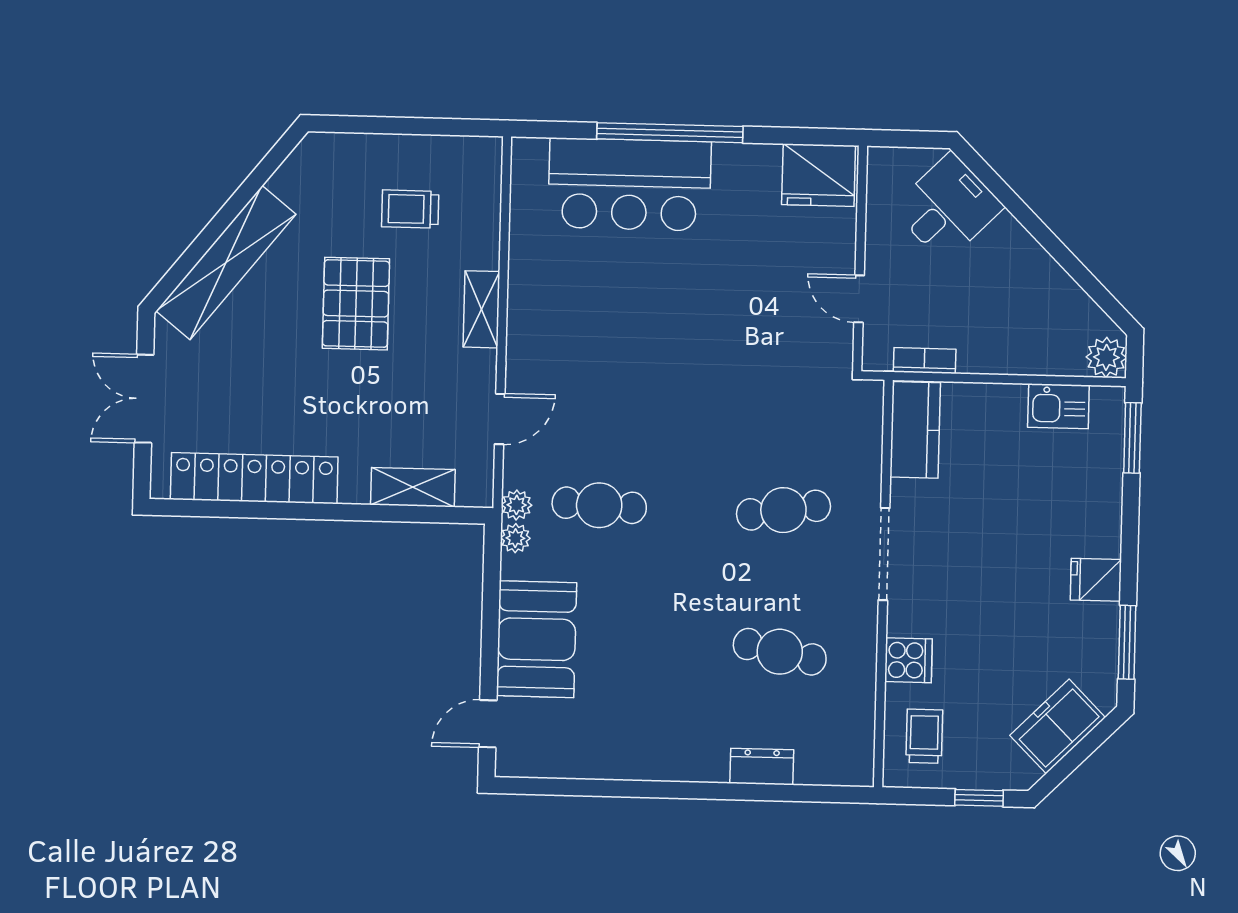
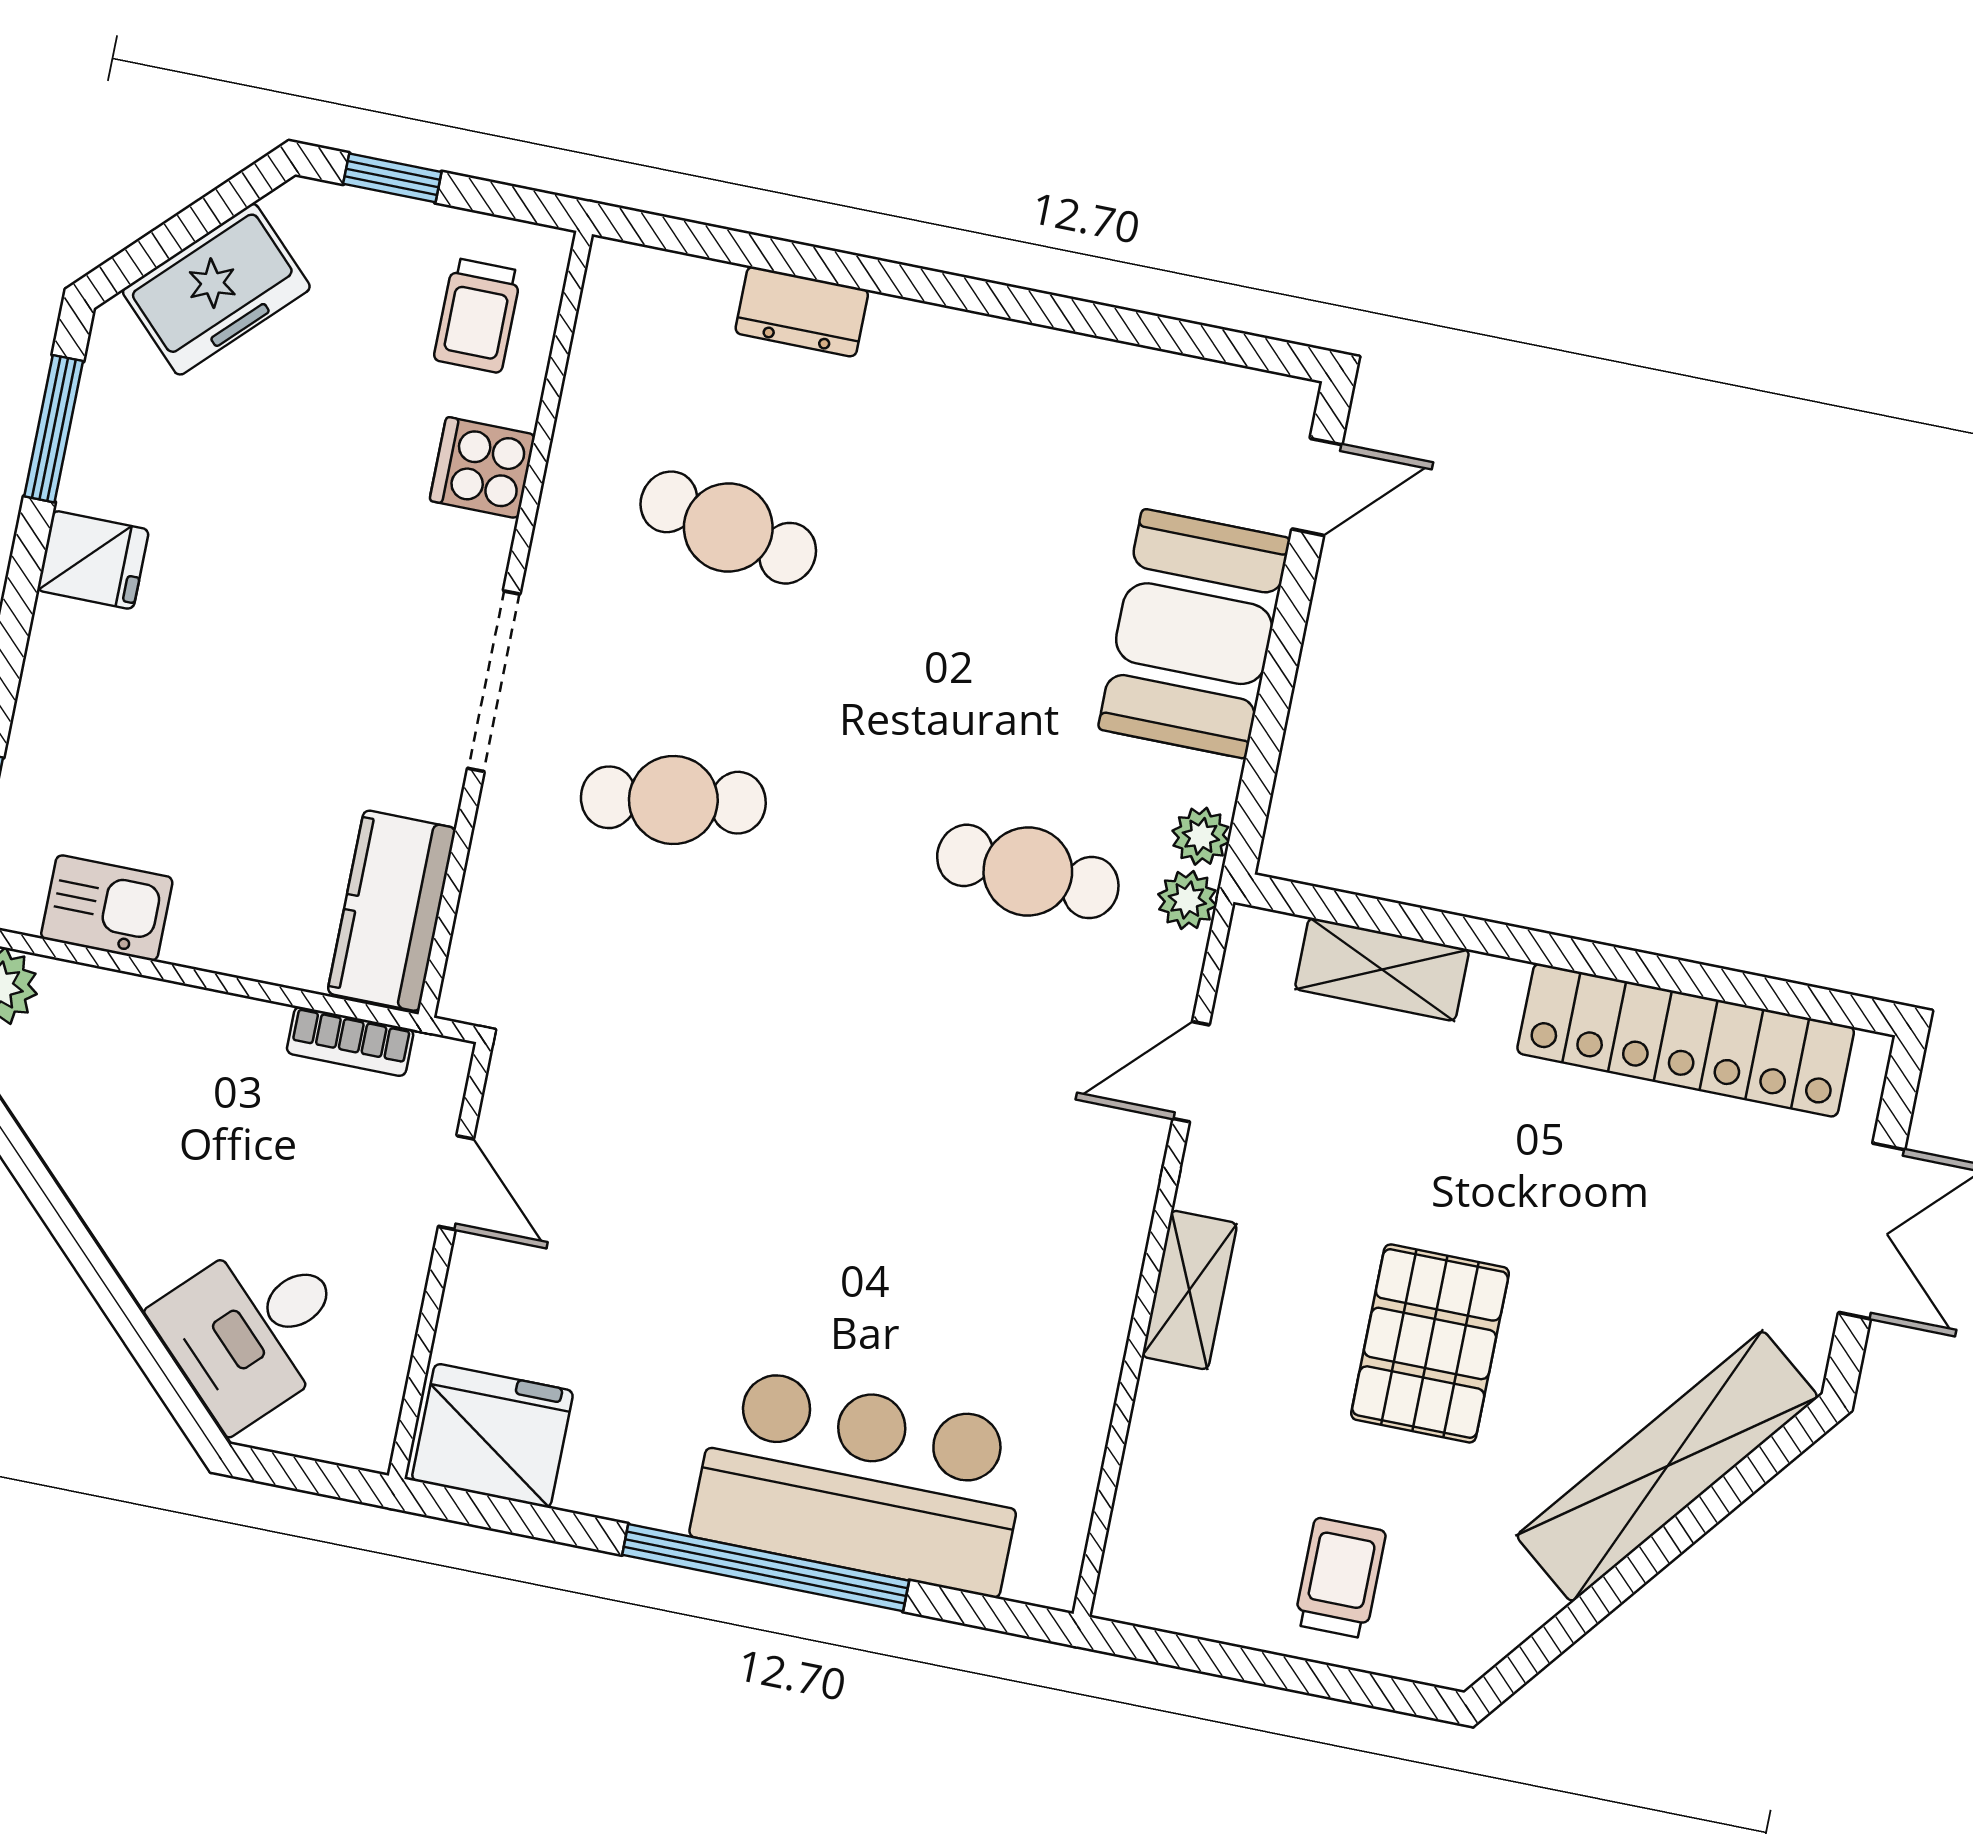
trolley: (410, 209) -> (1340, 1578), moved, turned -90

